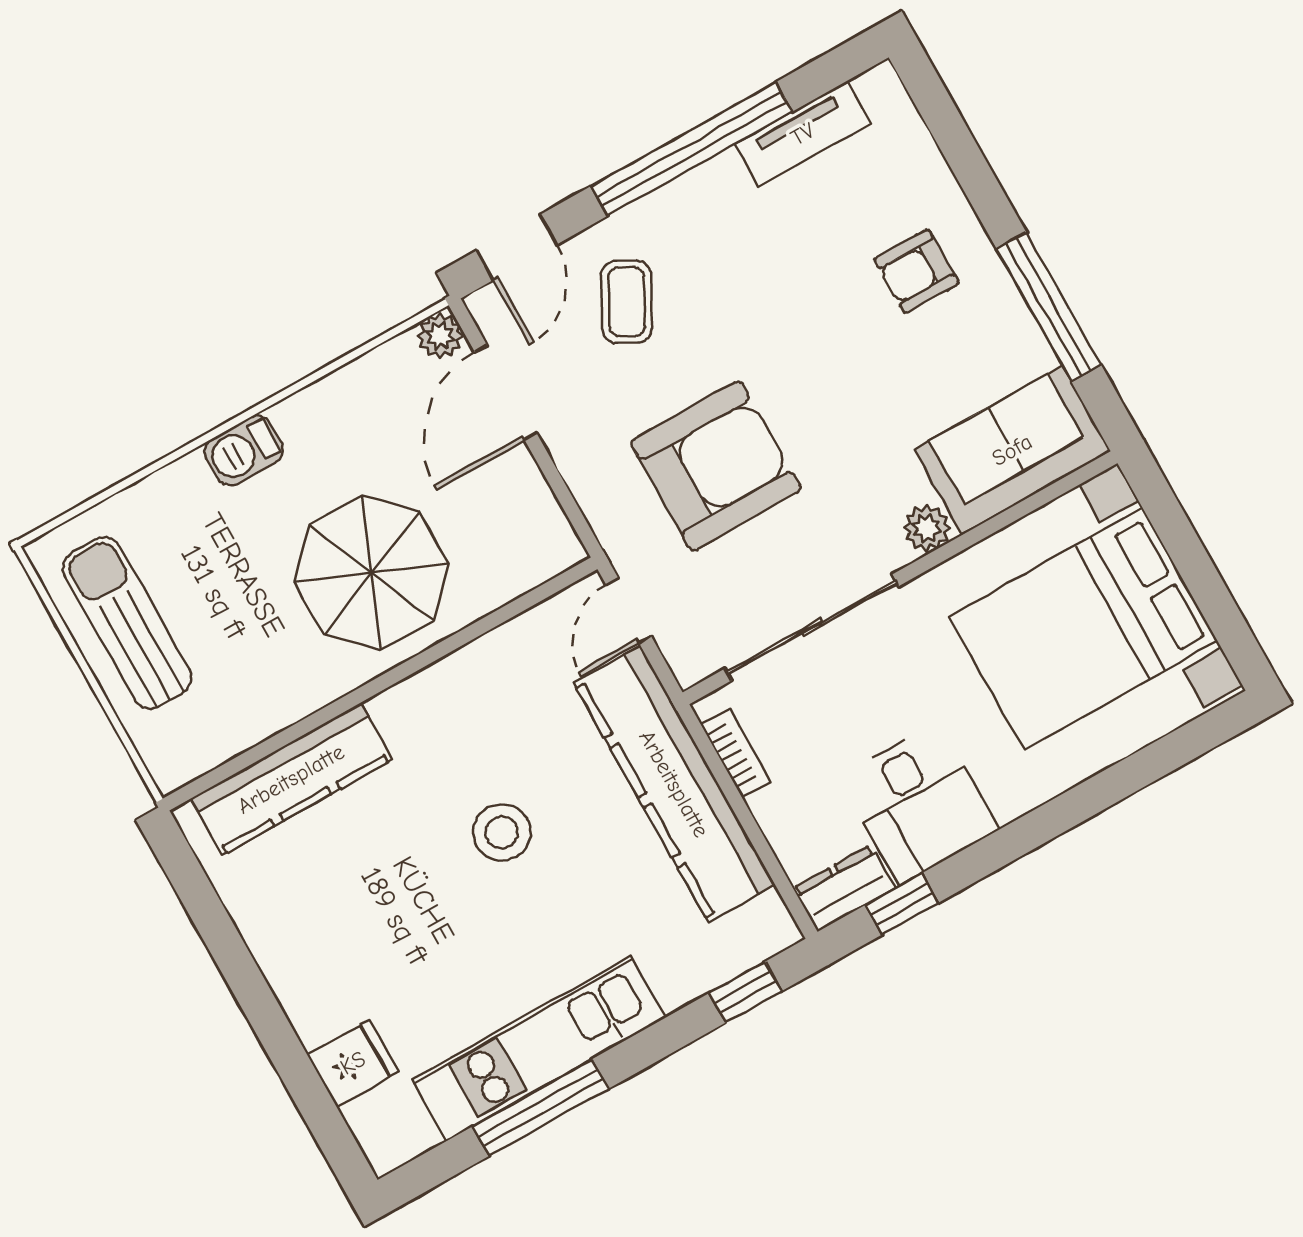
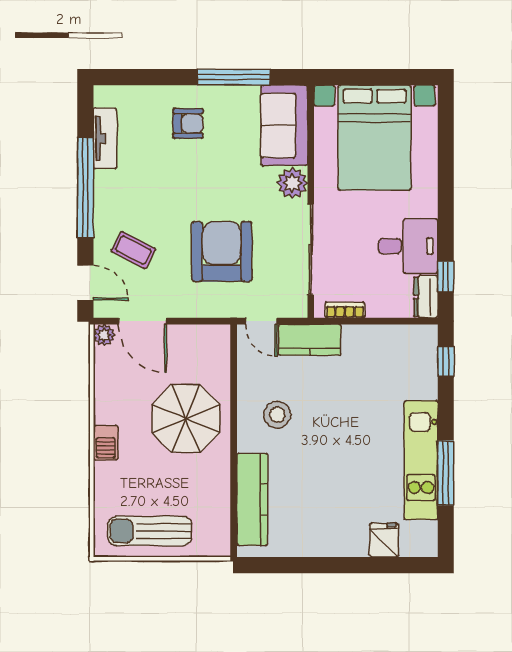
armchair: (916, 271) -> (188, 123), turned -90
plant: (927, 528) -> (292, 183), width x1.38, depth x1.38
kitchen counter: (674, 784) -> (310, 340), width x0.48, depth x0.86
stool: (502, 832) -> (277, 415), moved

